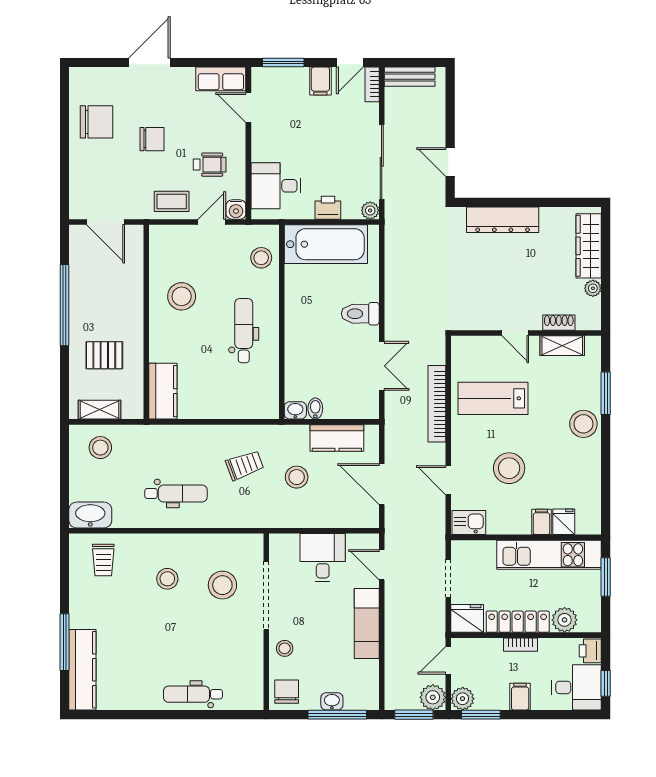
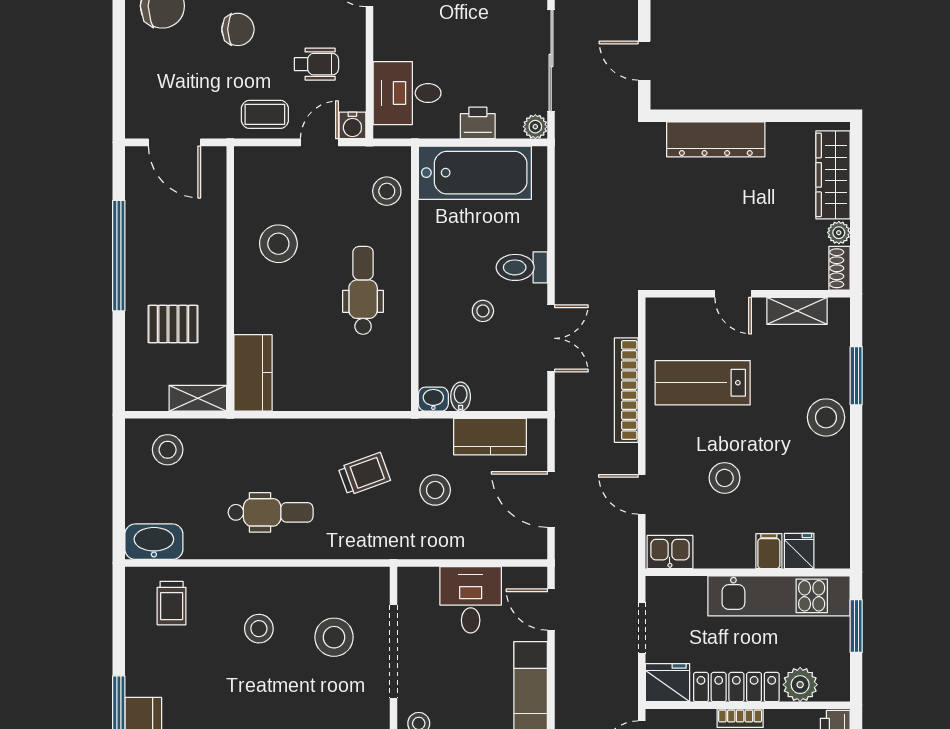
shoe rack: (559, 323) -> (839, 268), moved, turned -90
stool: (332, 346) -> (483, 311), added
shelving: (99, 410) -> (198, 398), moved
stool: (509, 468) -> (725, 478), width x0.73, depth x0.73

